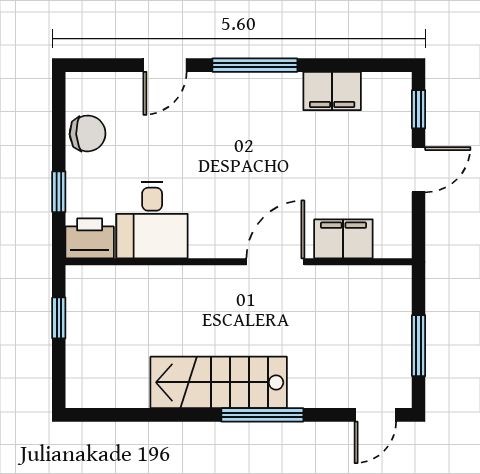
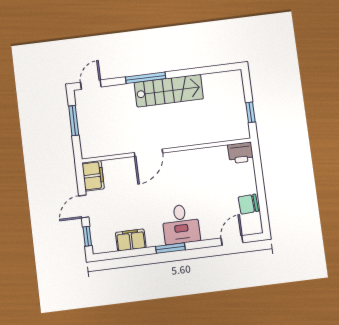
door: (165, 65) -> (232, 240), moved
window: (255, 65) -> (170, 248), width x0.69
window: (59, 192) -> (259, 174), removed
desk: (152, 220) -> (181, 224), moved, turned 180
filing cabinet: (343, 239) -> (93, 176), moved, turned -90

